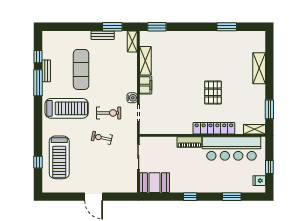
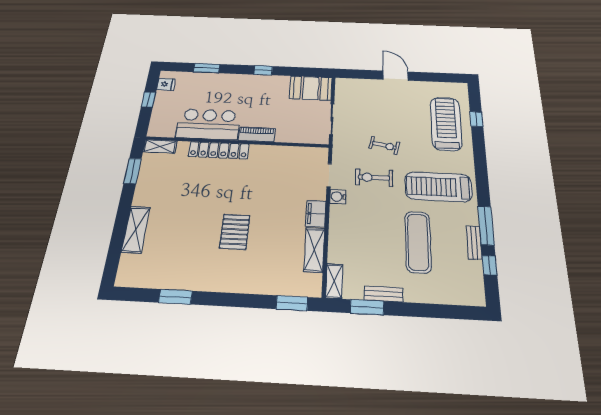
pallet: (213, 92) -> (235, 232), moved
bar counter: (232, 148) -> (208, 124), width x0.73

